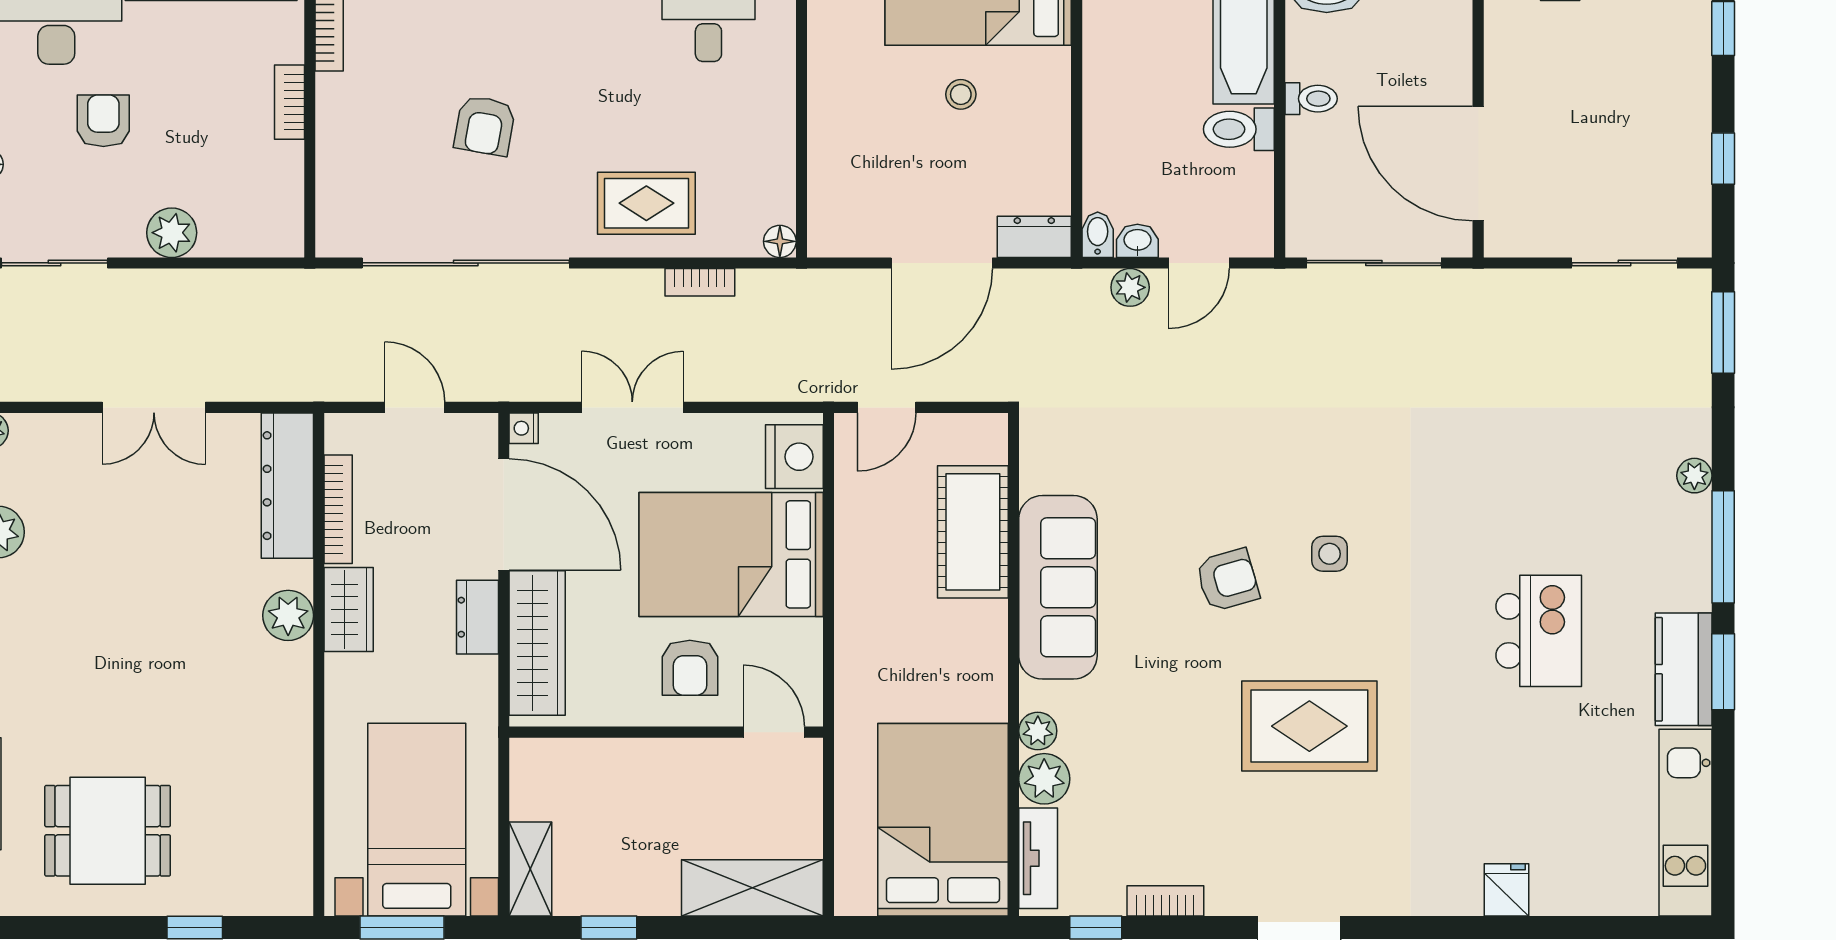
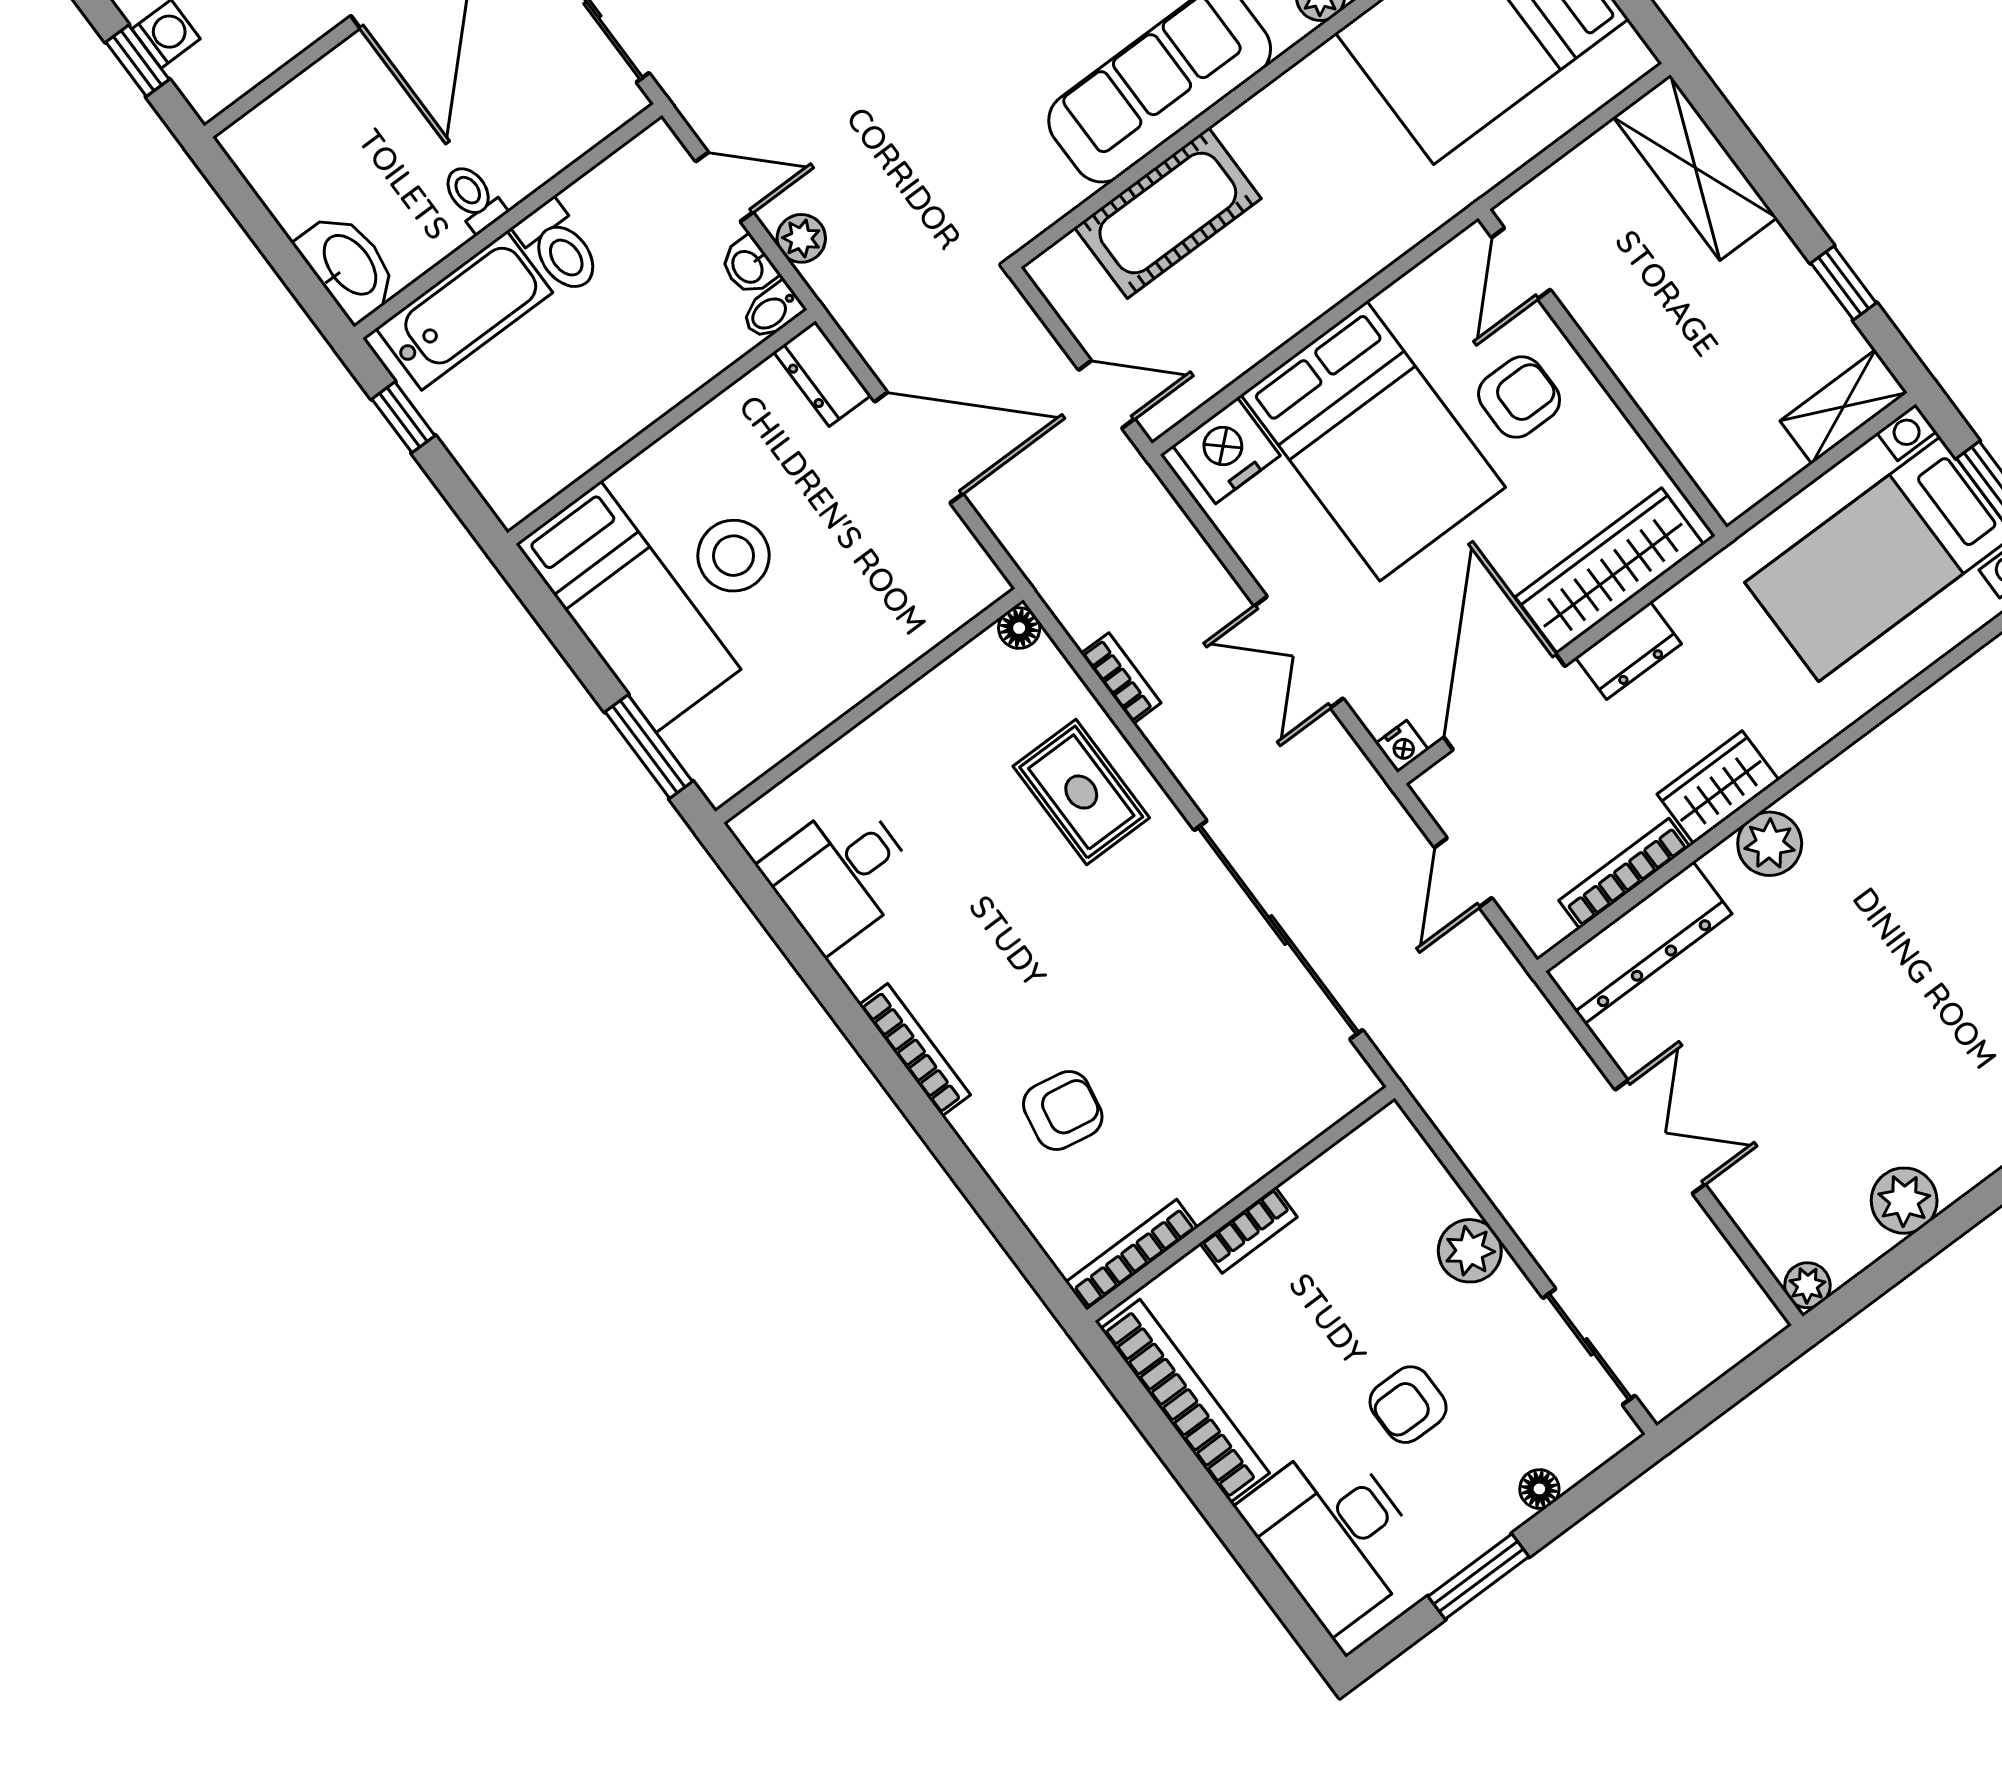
stool: (961, 94) -> (734, 556), width x1.89, depth x1.89
armchair: (485, 126) -> (1063, 1110), moved

